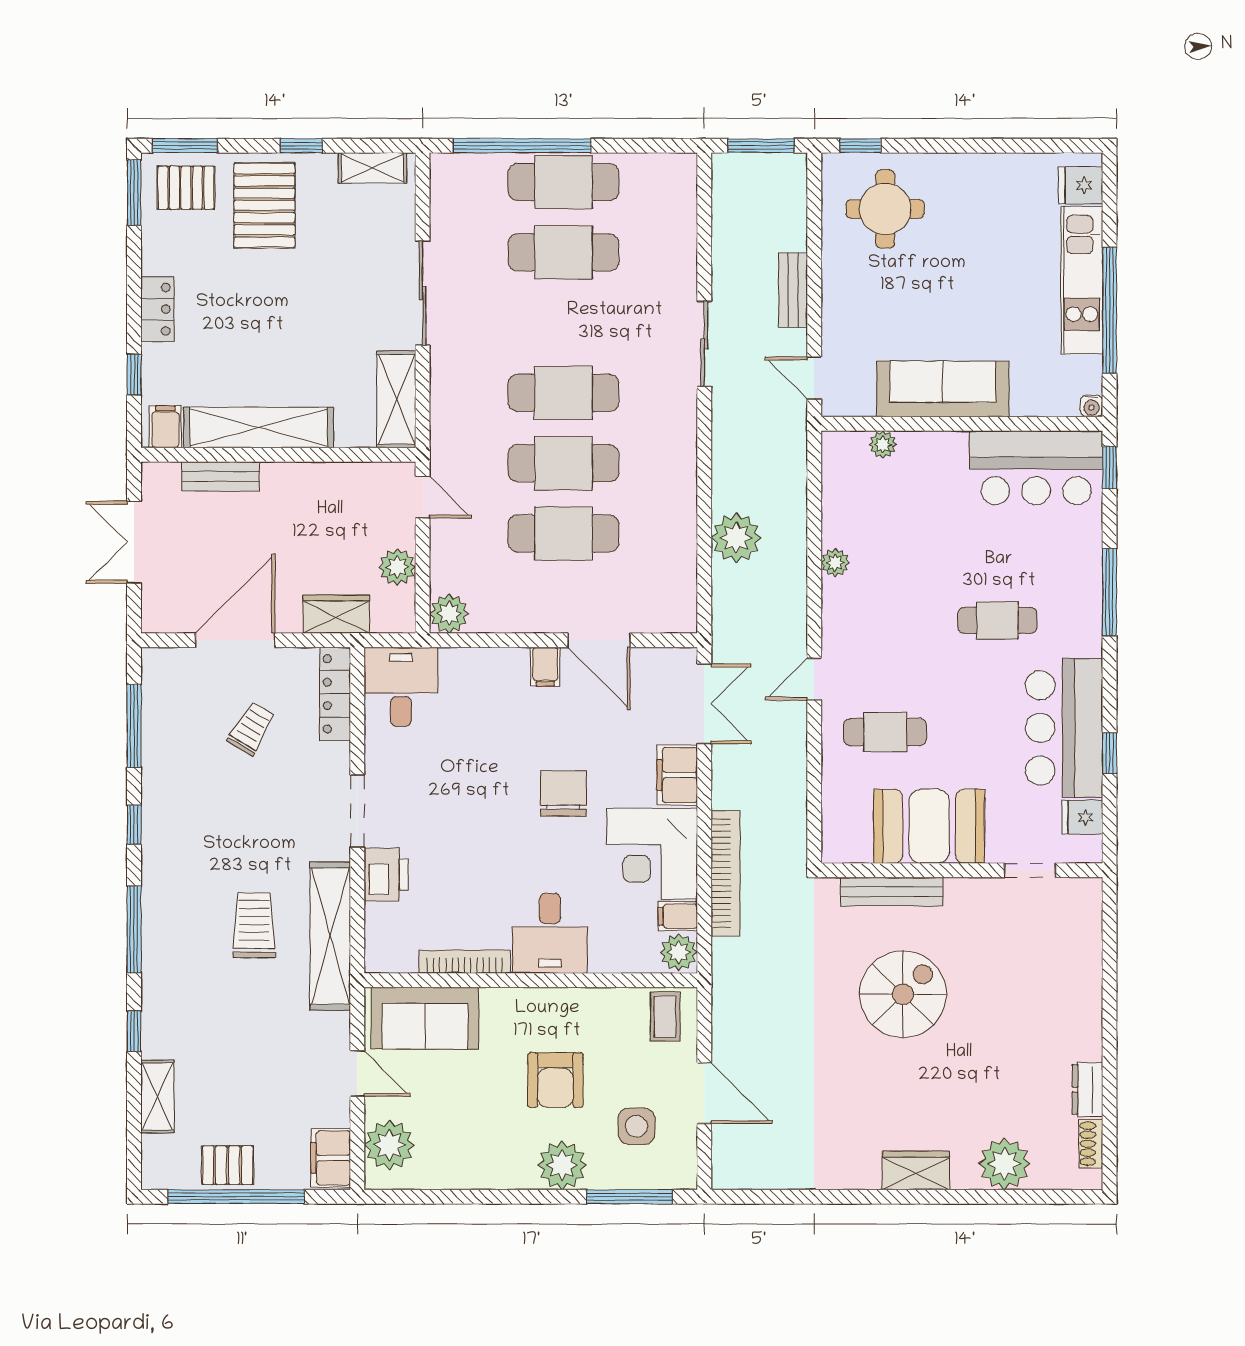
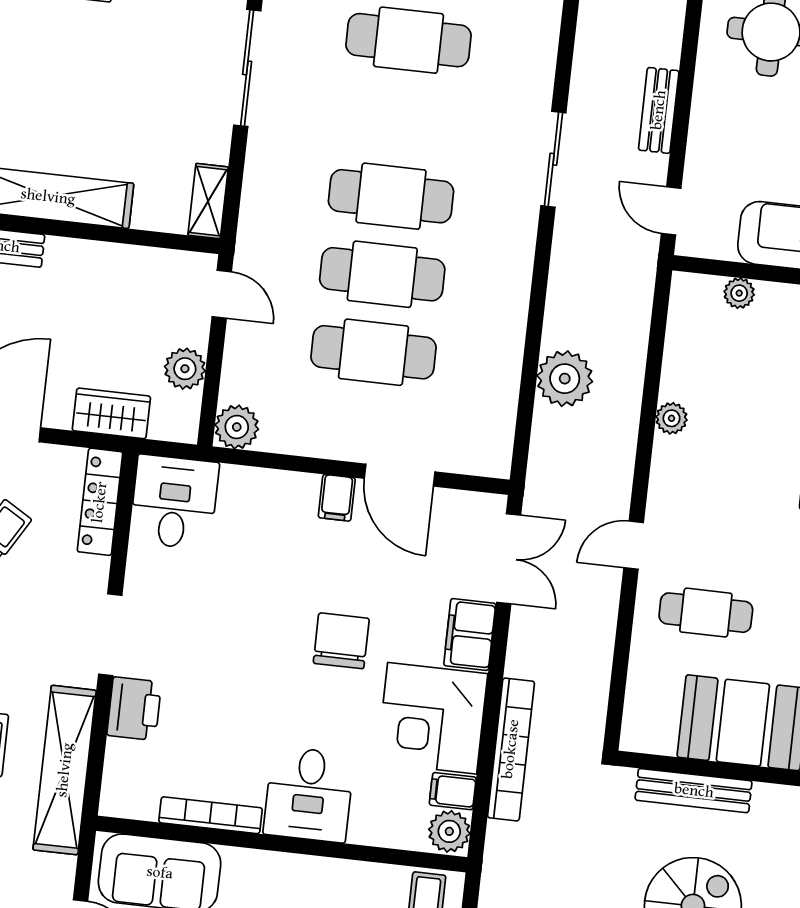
shelving: (396, 399) -> (208, 201), width x0.67, depth x0.75

